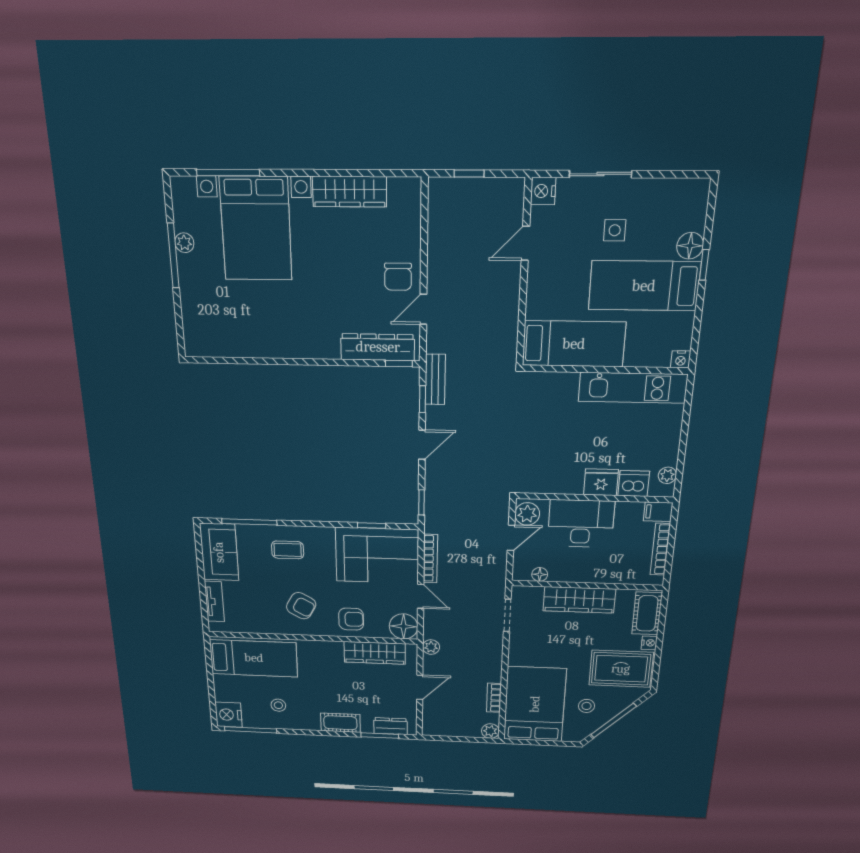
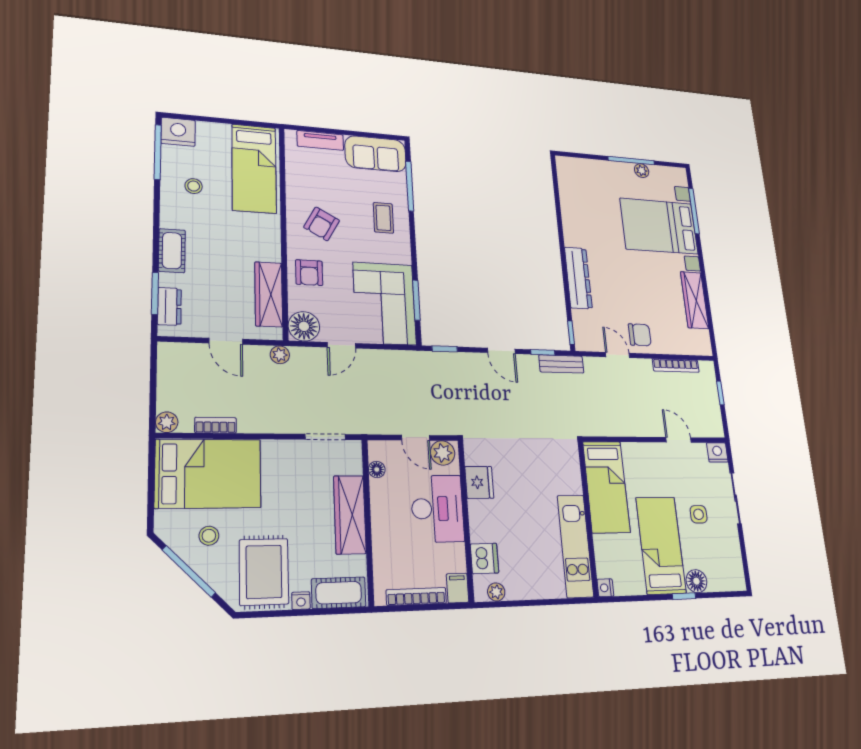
chair: (398, 277) -> (640, 335), turned 180
dresser: (378, 347) -> (578, 278), moved
fridge: (601, 482) -> (479, 482), moved
window: (372, 526) -> (416, 300), width x1.50
bookcase: (430, 559) -> (676, 366), moved

